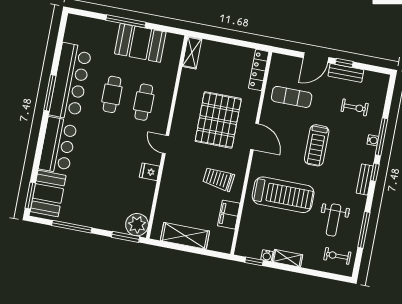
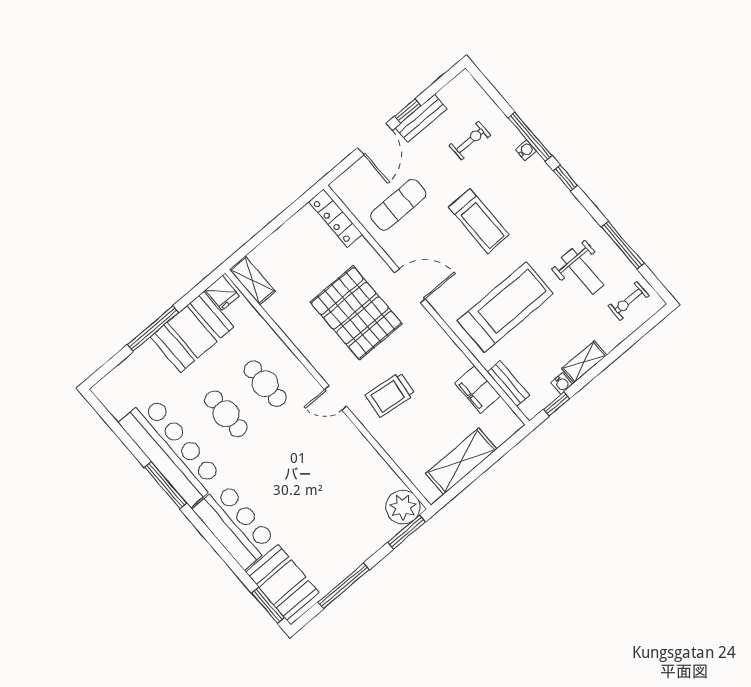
fridge: (150, 172) -> (222, 293), moved, turned -90
trolley: (219, 179) -> (390, 395), moved
bench: (365, 179) -> (508, 384), moved

